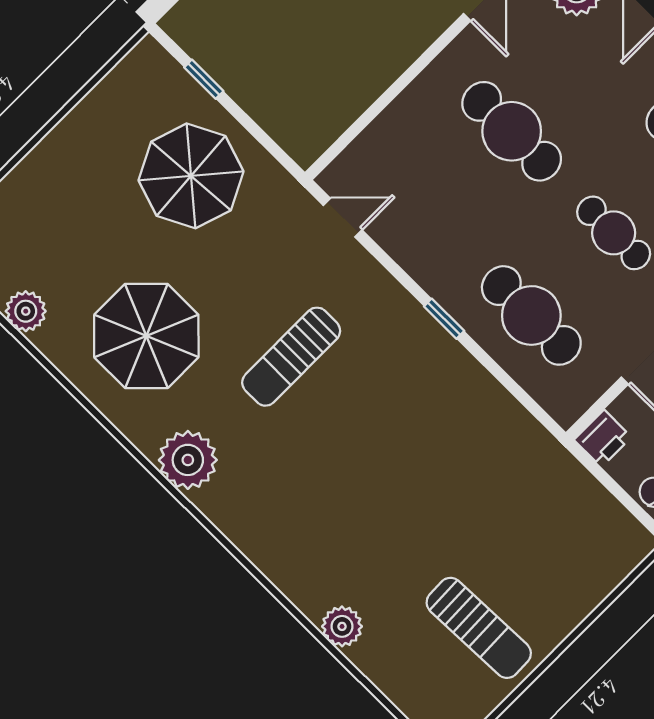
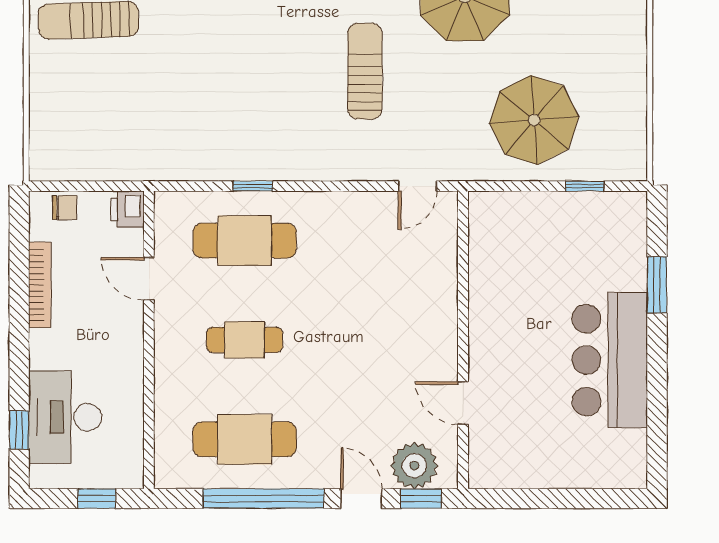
cafe table: (512, 131) -> (367, 340), removed
window: (444, 319) -> (253, 186), moved

